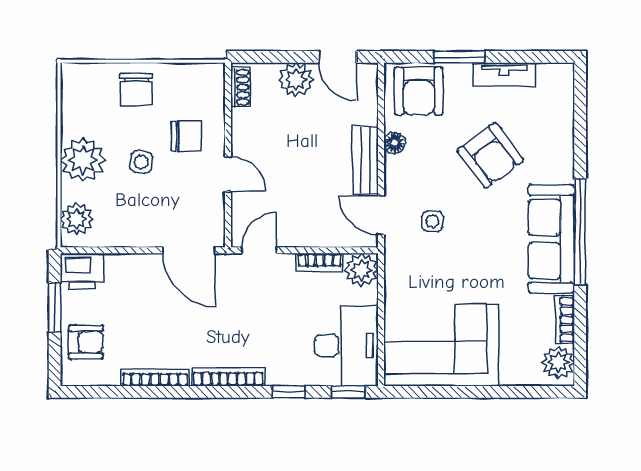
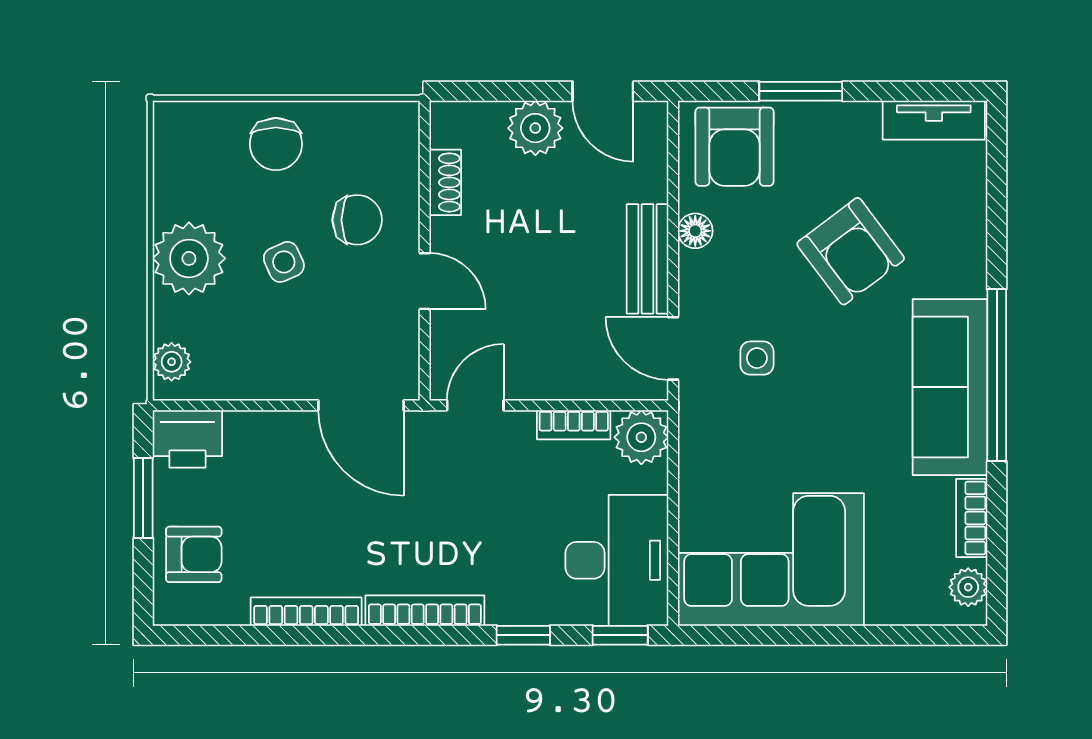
tv unit: (504, 75) -> (934, 120), moved
shoe rack: (241, 87) -> (445, 182), moved
side table: (141, 162) -> (284, 262), turned -32
plant: (77, 219) -> (172, 362), width x0.73, depth x0.73
plant: (558, 362) -> (968, 587), width x0.73, depth x0.73

